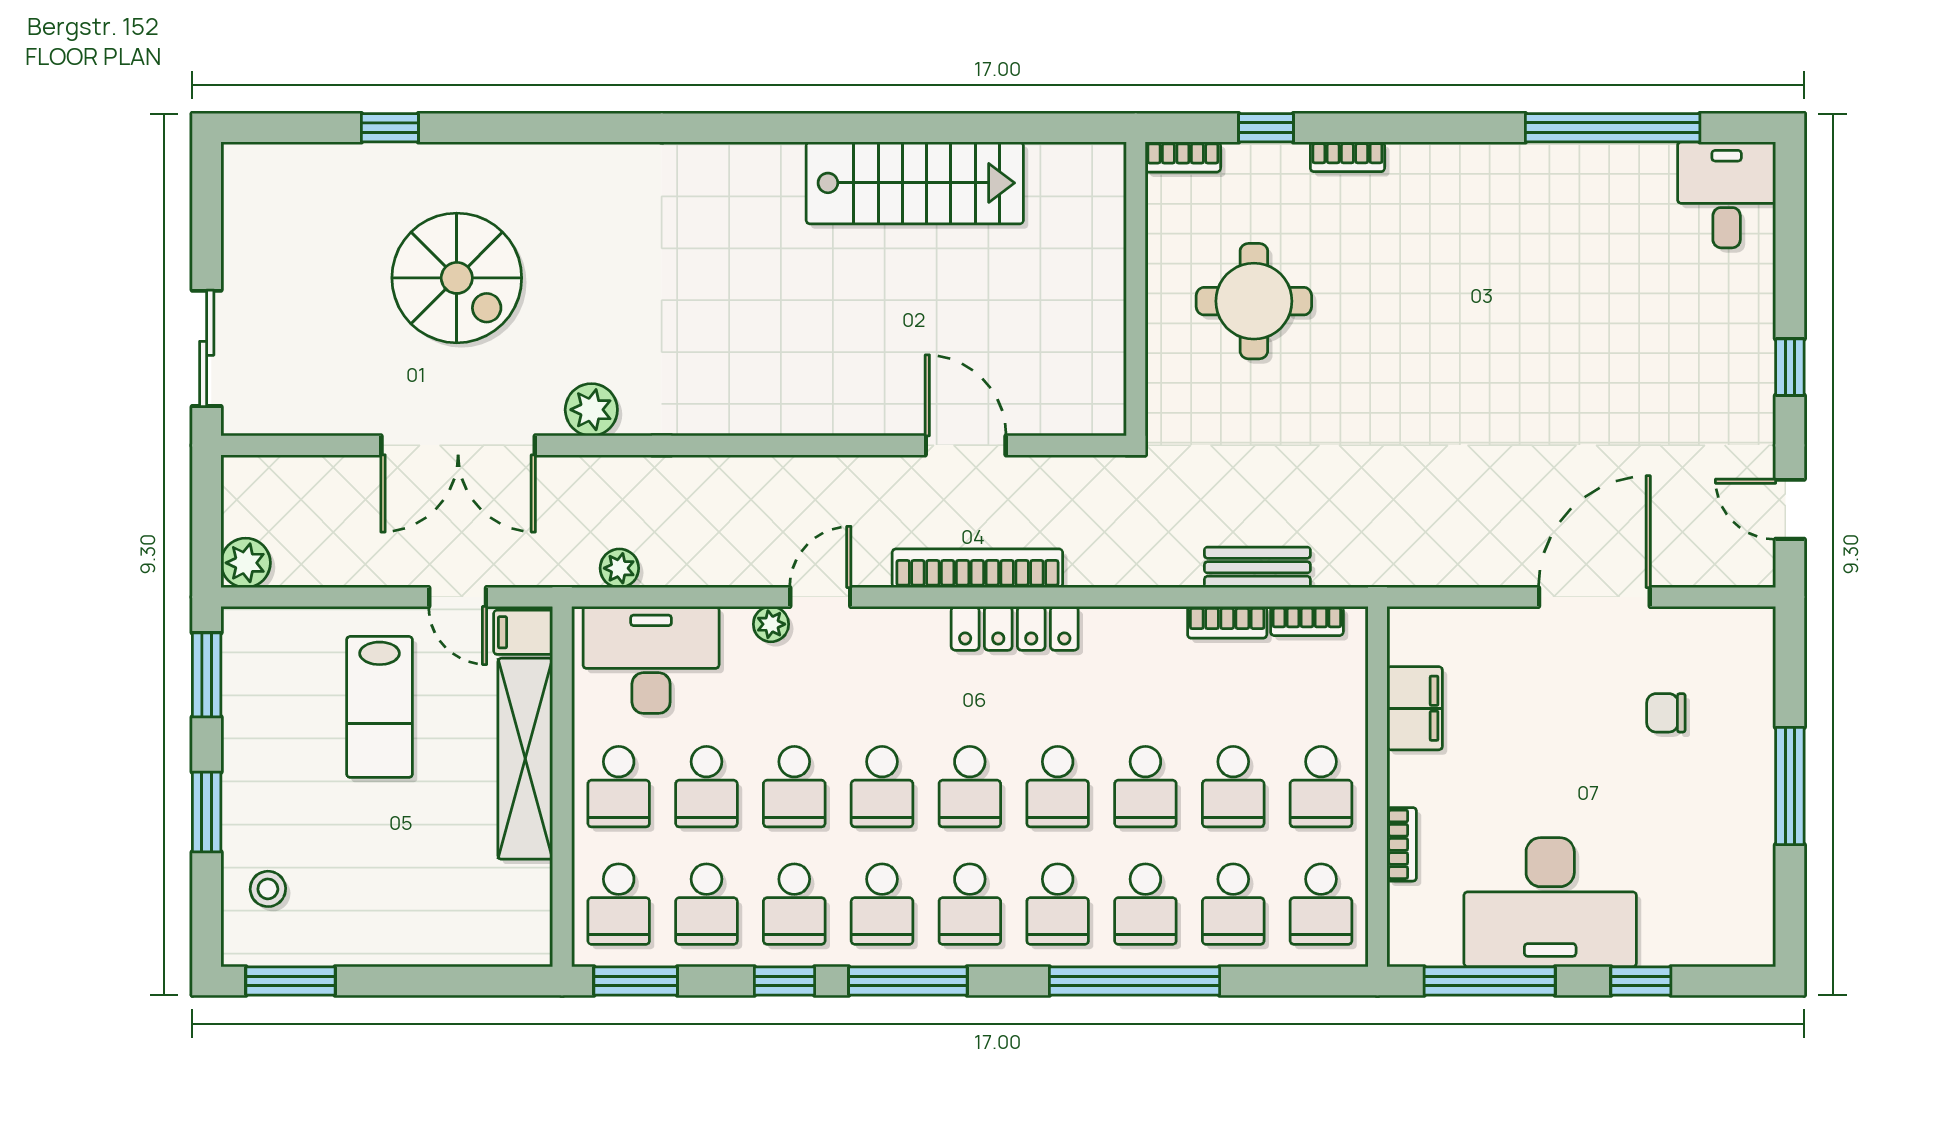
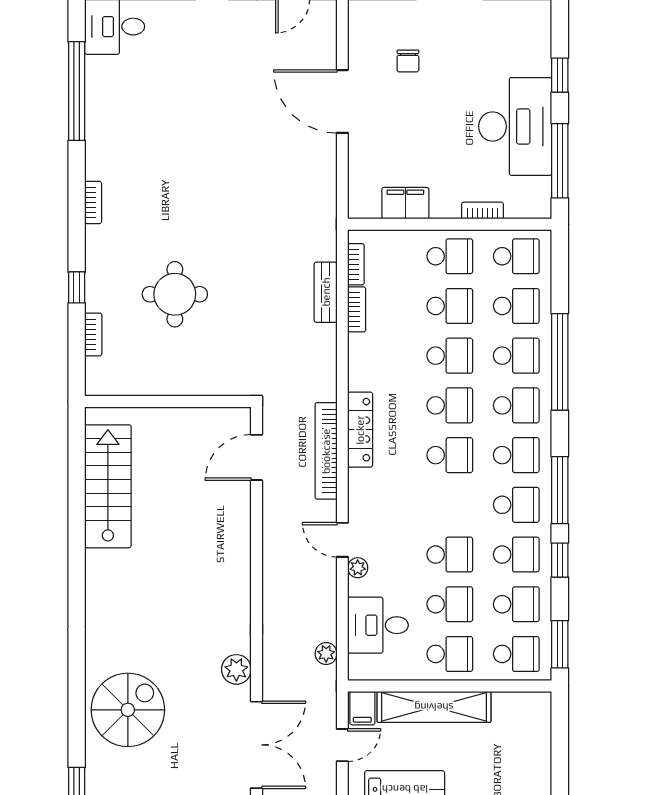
bookcase: (1347, 157) -> (93, 202), moved
spiral stairs: (457, 278) -> (128, 710), moved
wall: (1136, 289) -> (168, 401), moved
desk: (651, 660) -> (378, 625), width x0.73
school desk: (882, 787) -> (450, 505), removed

